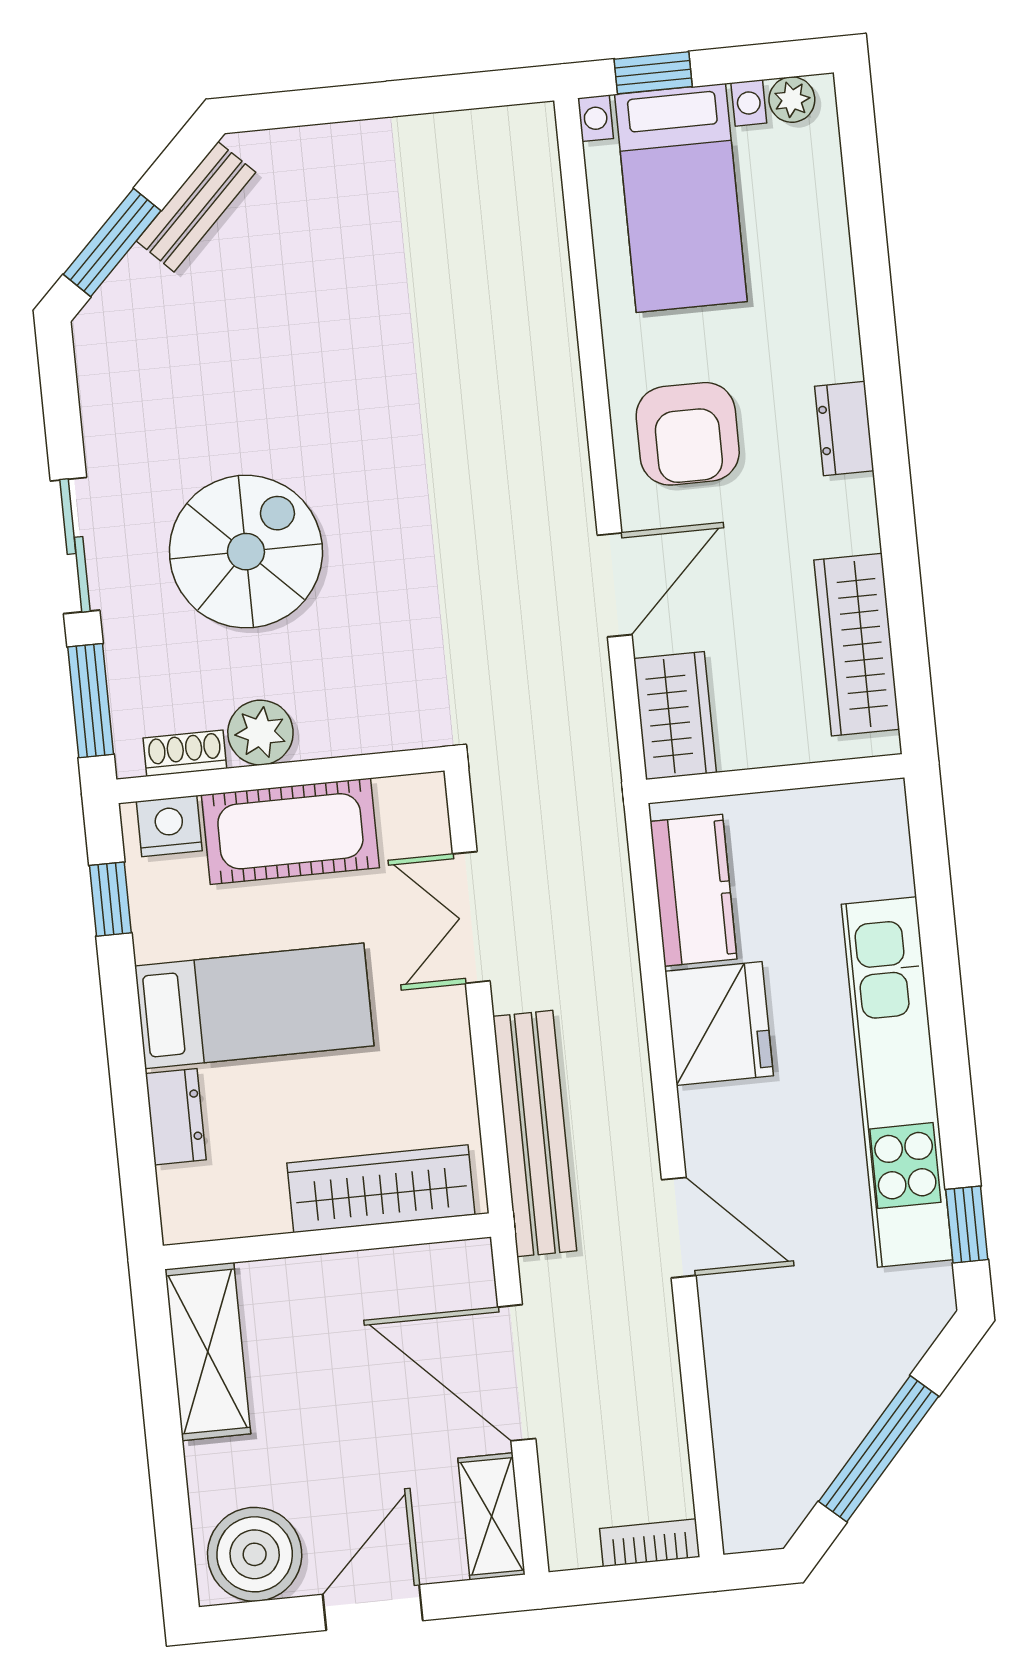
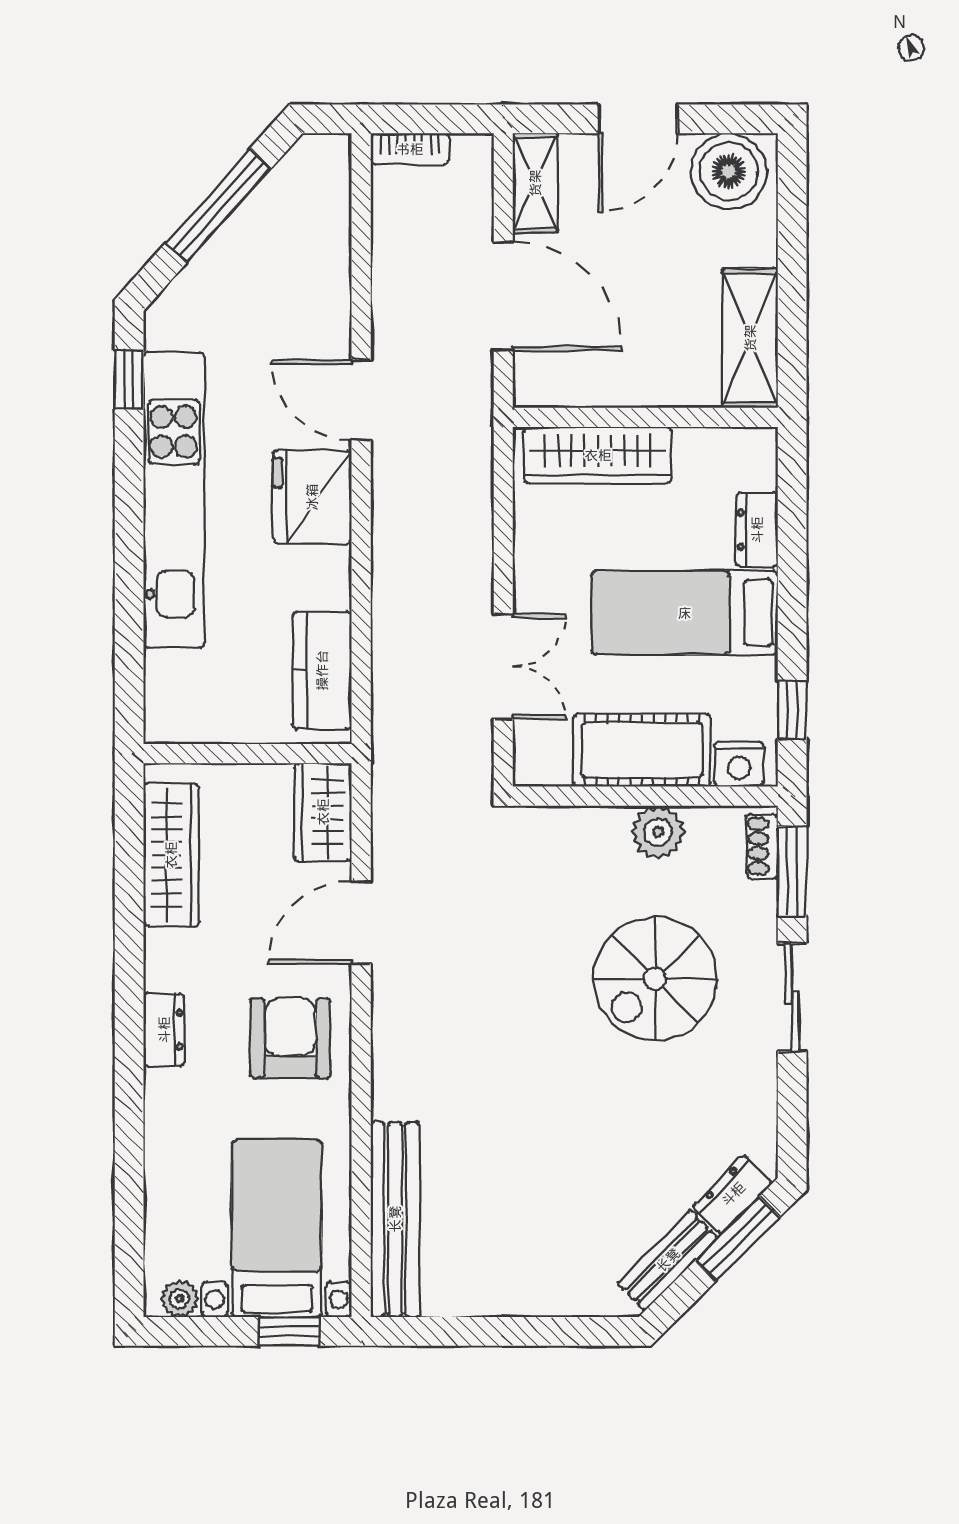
dresser: (124, 296) -> (733, 1194), added
shoe rack: (185, 753) -> (762, 846), moved, turned 90
fridge: (719, 1023) -> (312, 497), moved
bench: (535, 1134) -> (395, 1219), moved

